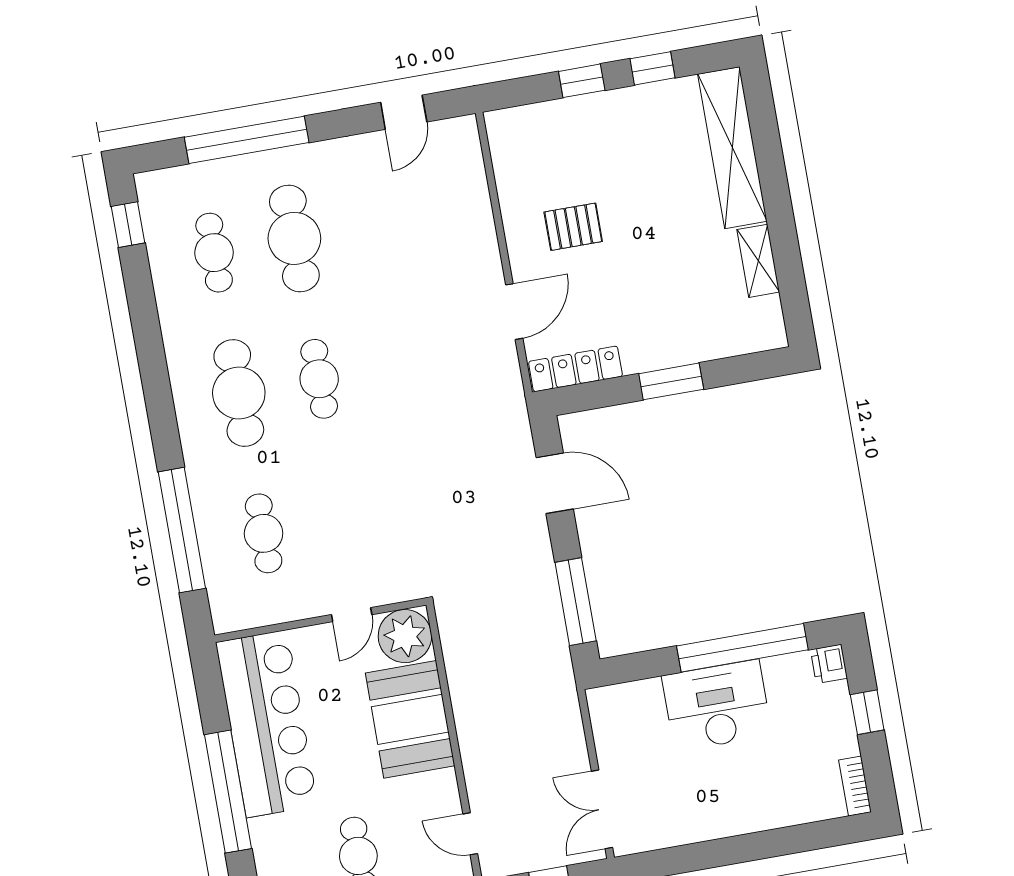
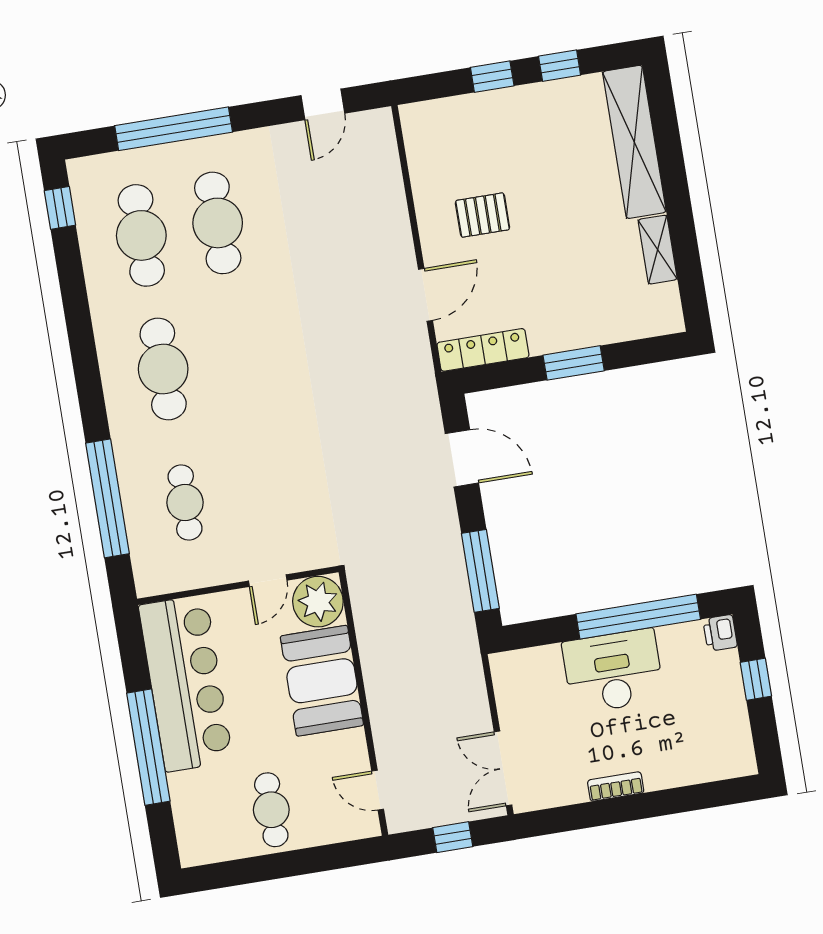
cafe table: (214, 253) -> (141, 235), width x1.37, depth x1.35
cafe table: (319, 379) -> (240, 356), removed
bookcase: (855, 786) -> (616, 787), moved, turned 90

